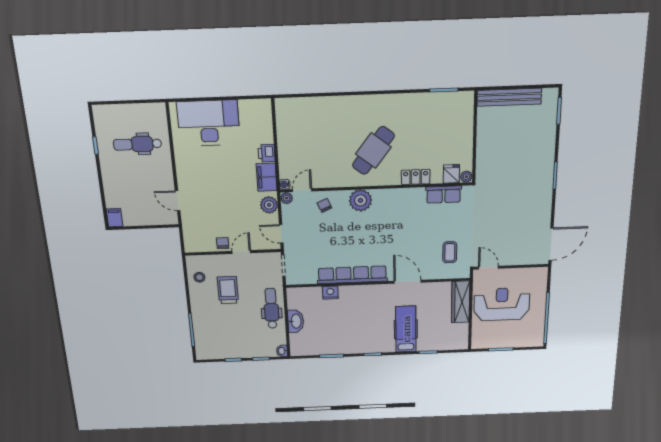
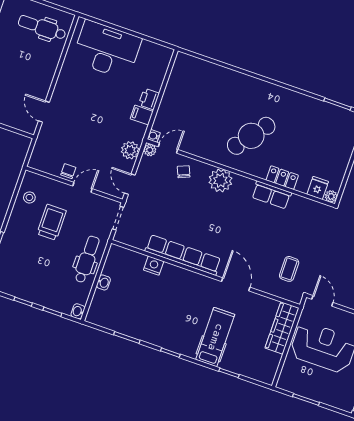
dental chair: (137, 144) -> (42, 28), moved
filing cabinet: (267, 177) -> (142, 115), width x0.50
row of seats: (444, 194) -> (271, 195), moved
washbasin: (296, 321) -> (103, 282), width x0.52, depth x0.69

